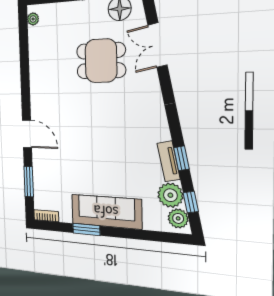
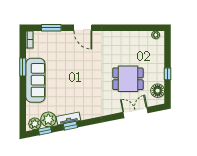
dining table: (101, 61) -> (128, 79), turned 90
door: (27, 134) -> (83, 28), hinge flipped

